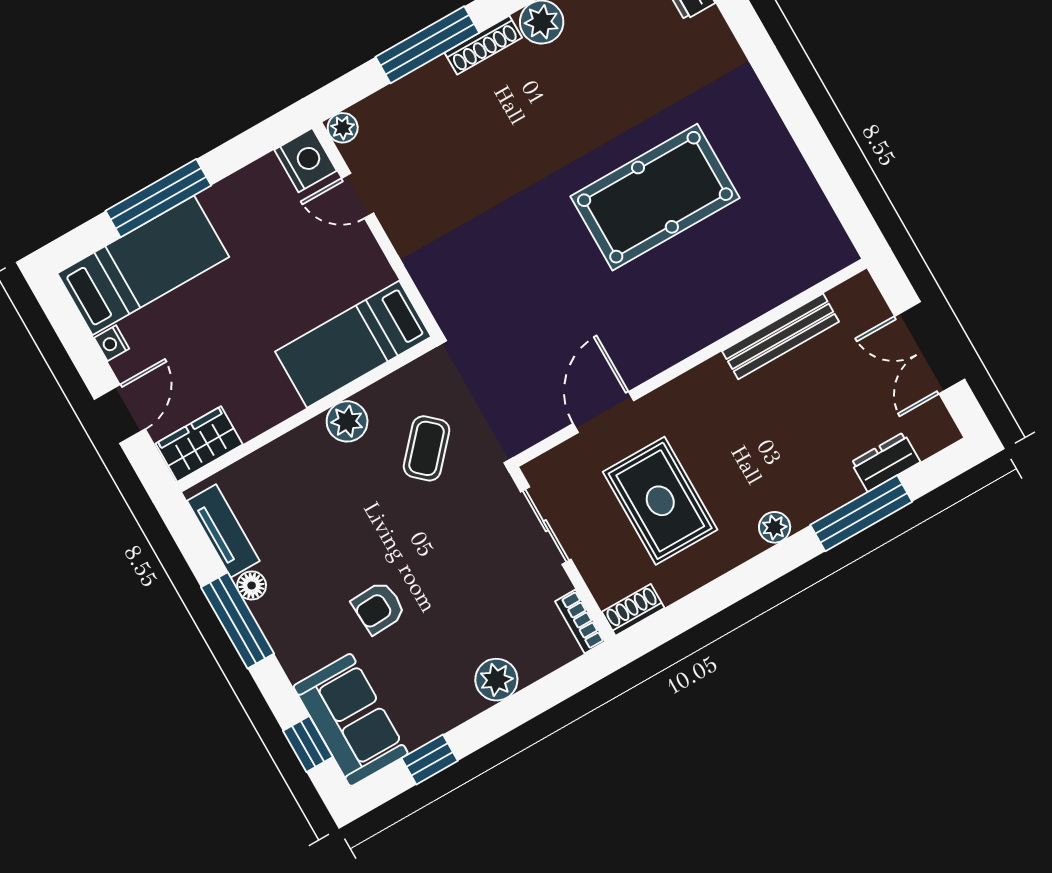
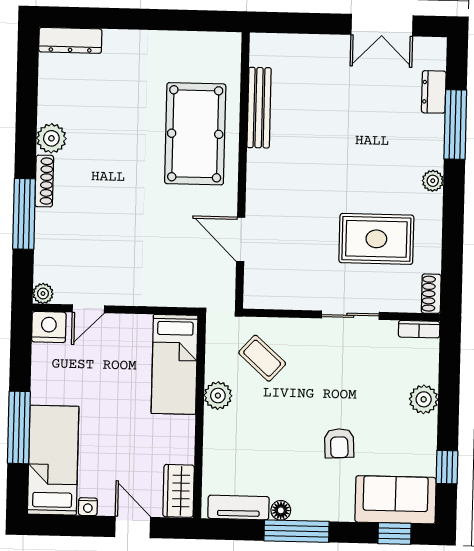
bench: (781, 336) -> (259, 108), moved
wall: (690, 363) -> (242, 170), moved
door: (603, 412) -> (241, 239), moved

